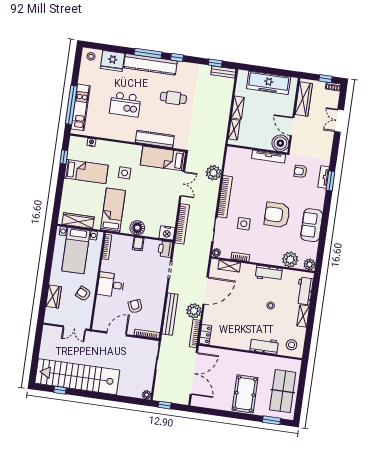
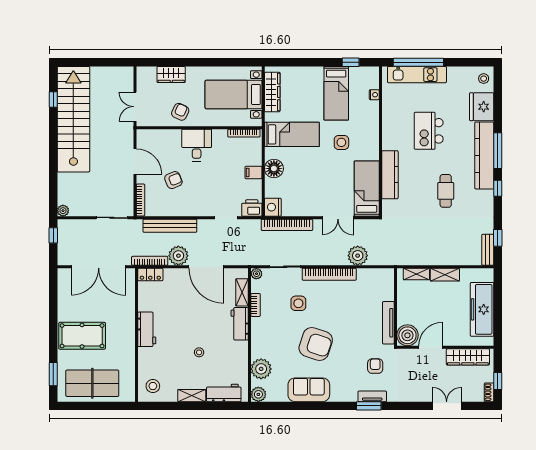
armchair: (277, 215) -> (316, 344), turned 108
workbench: (269, 273) -> (240, 324), moved
workbench: (264, 346) -> (147, 329), moved

